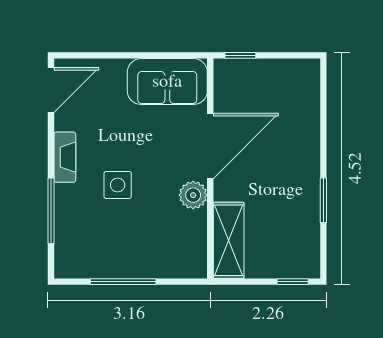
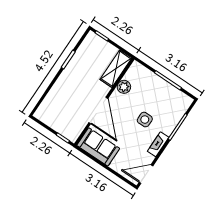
door: (210, 146) -> (98, 110), swing flipped
plant: (193, 195) -> (124, 87), moved

